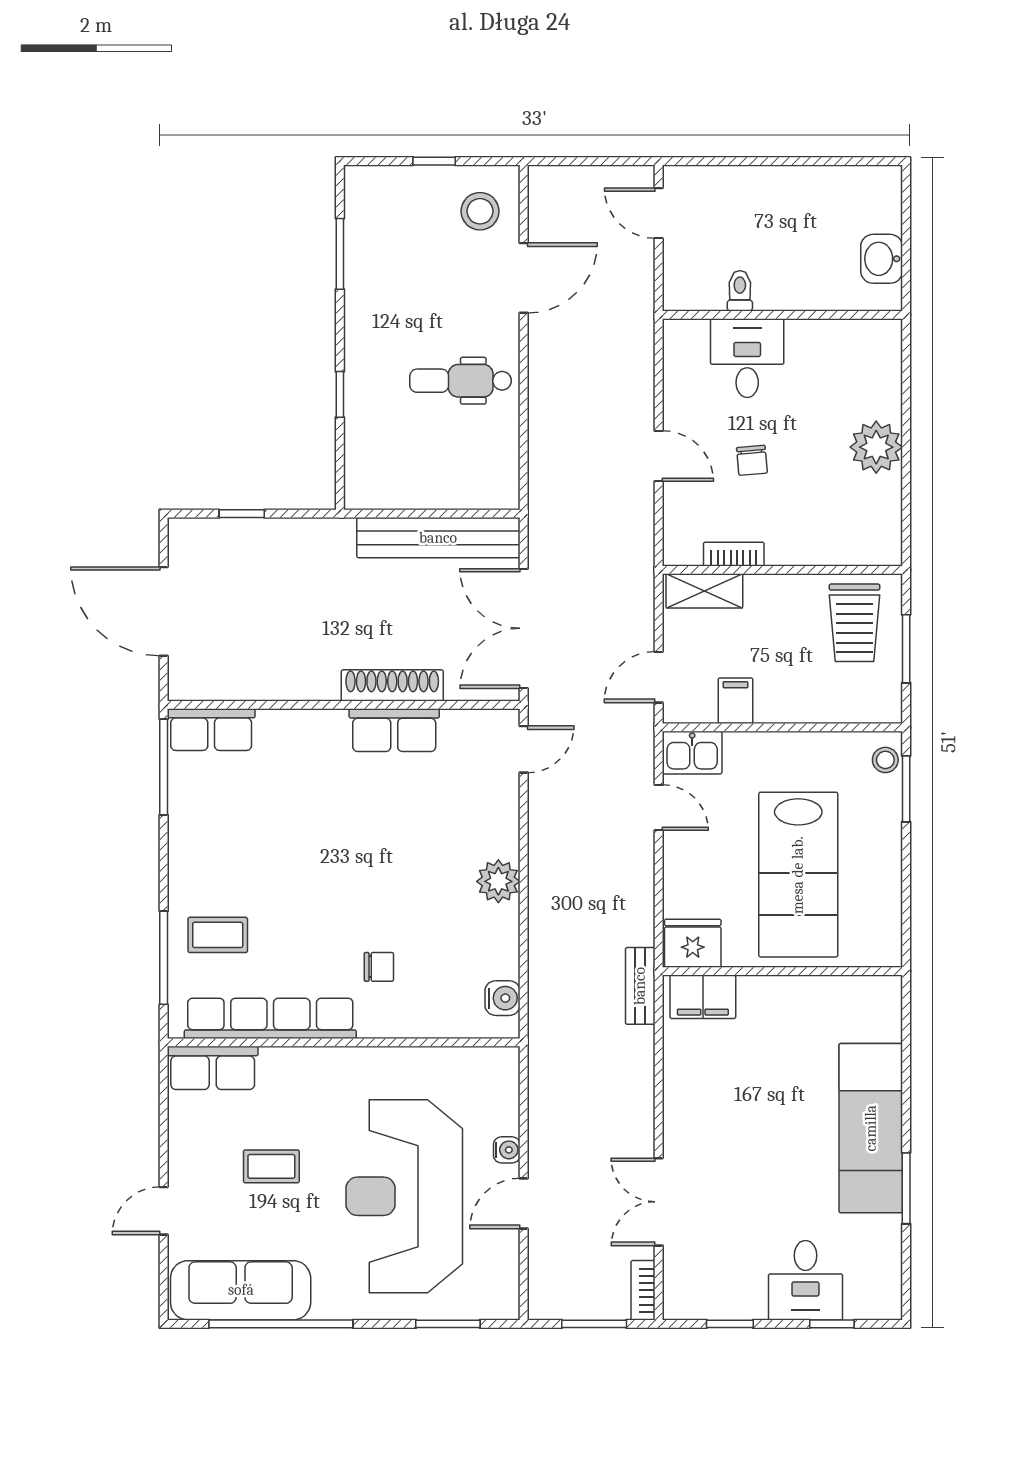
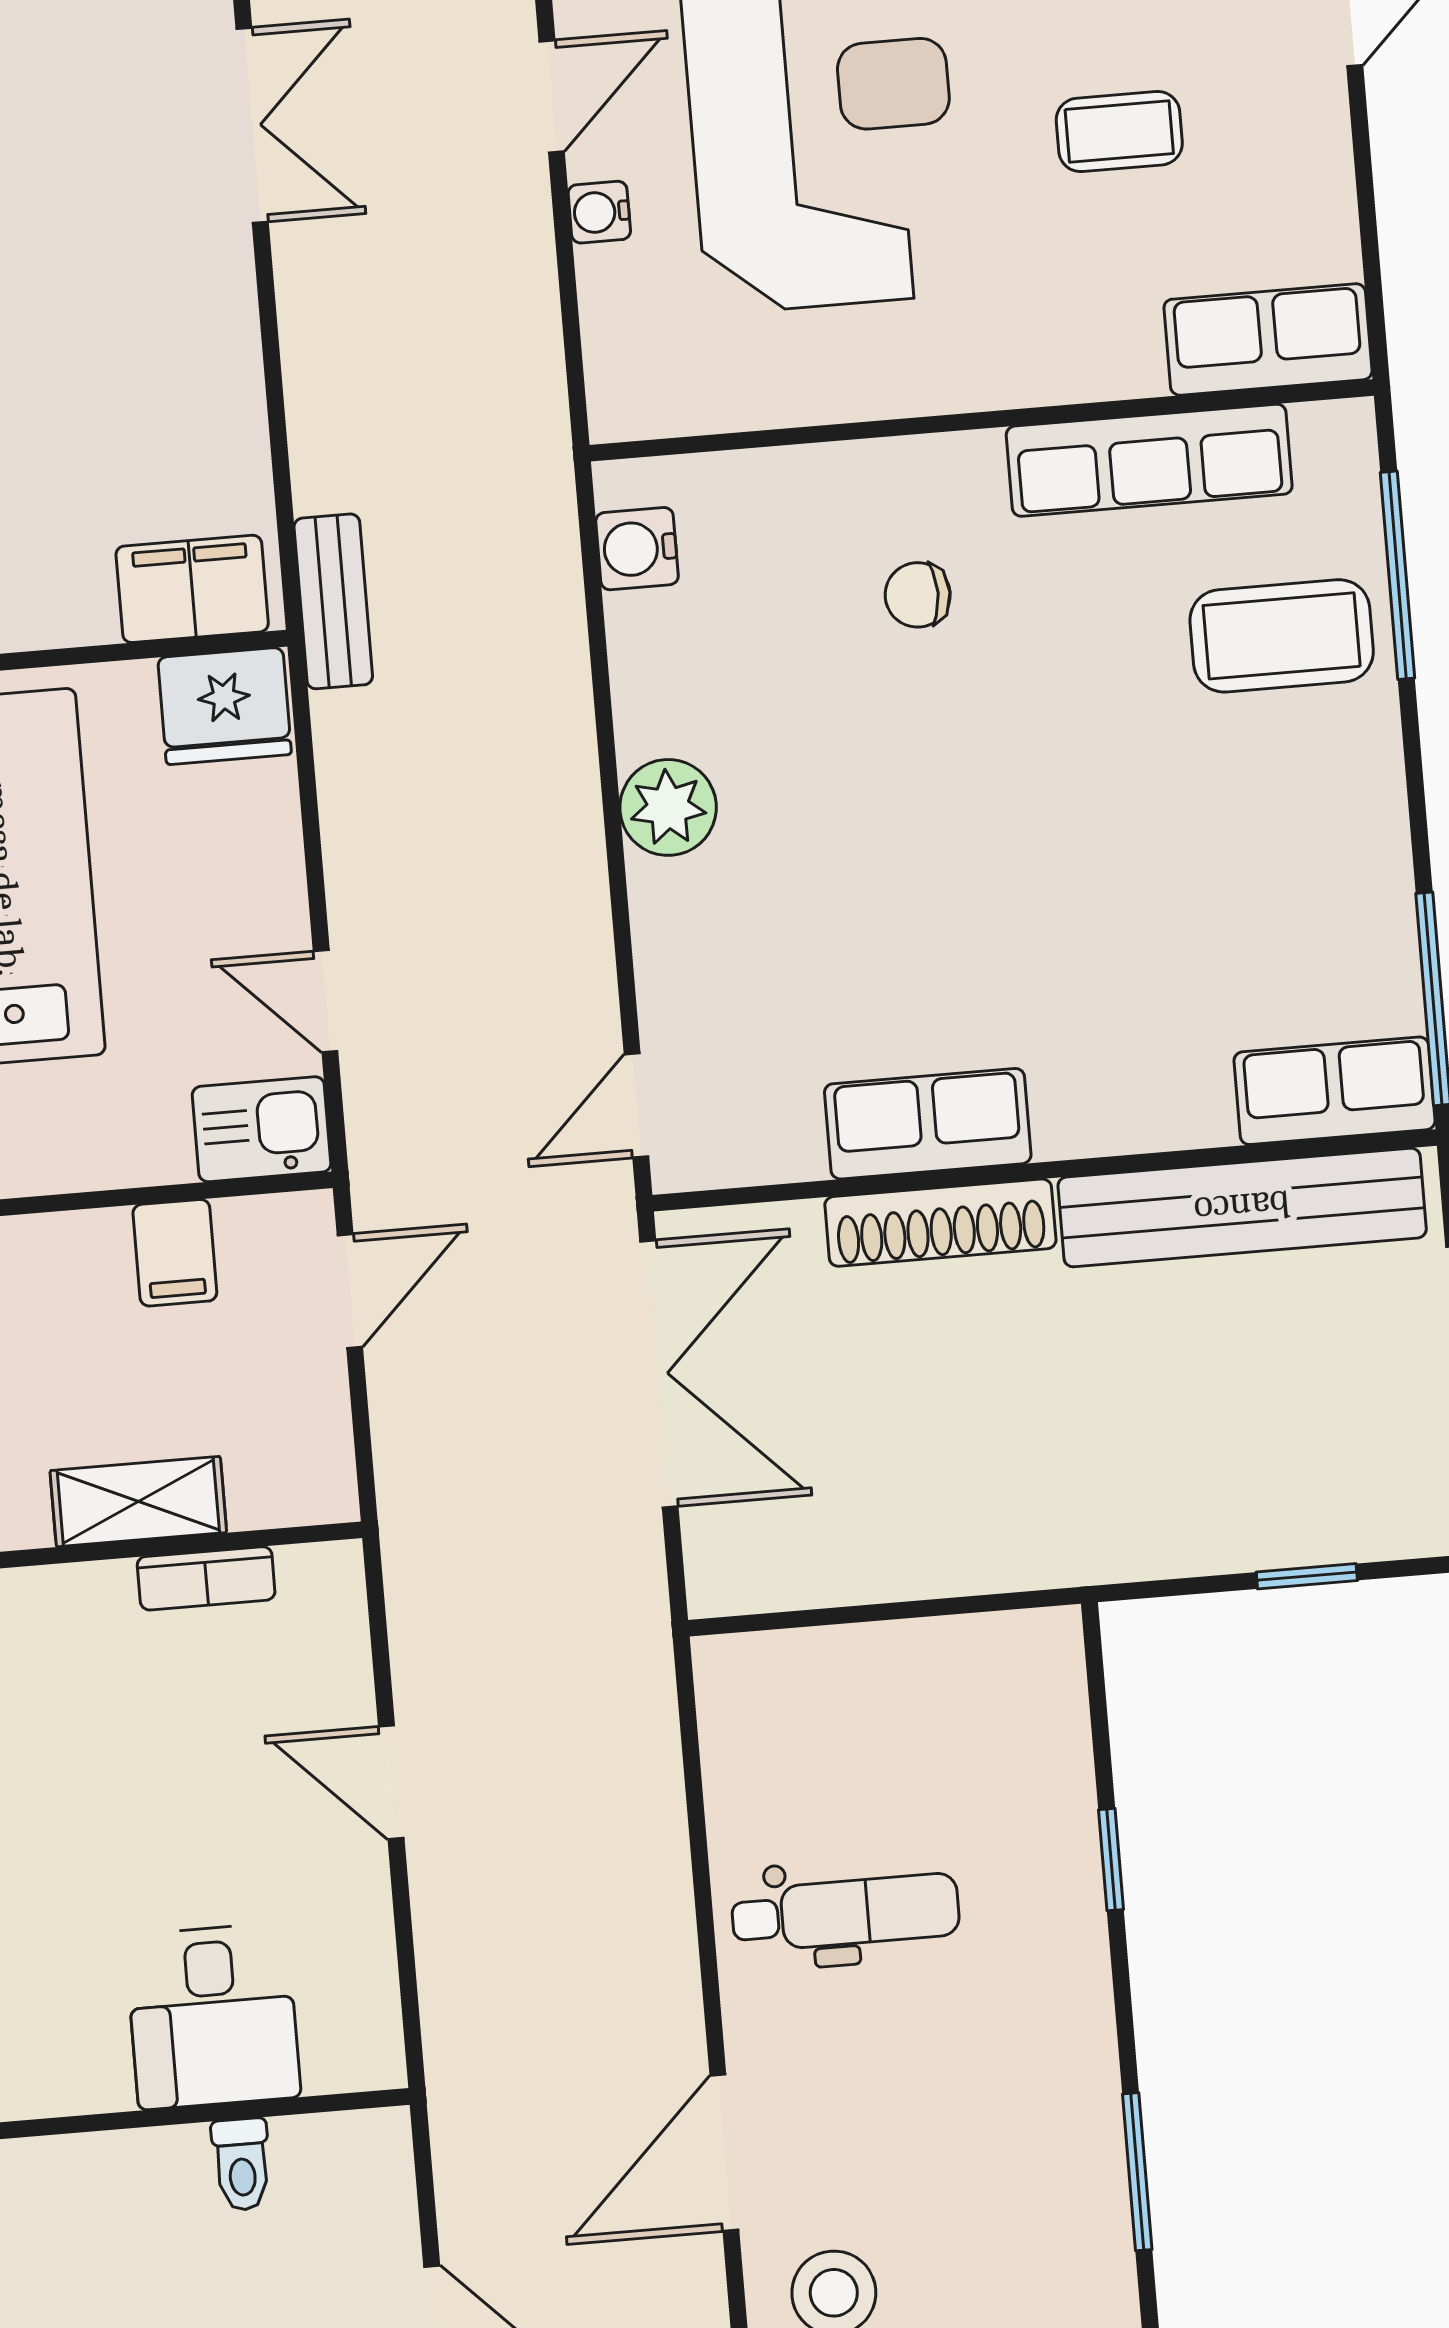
chair: (752, 460) -> (183, 1790), removed
bench: (438, 538) -> (1242, 1207), moved
shelving: (704, 591) -> (138, 1502), moved
coffee table: (218, 935) -> (1282, 636), width x1.36, depth x1.30
row of seats: (270, 1018) -> (1149, 460), width x0.73

